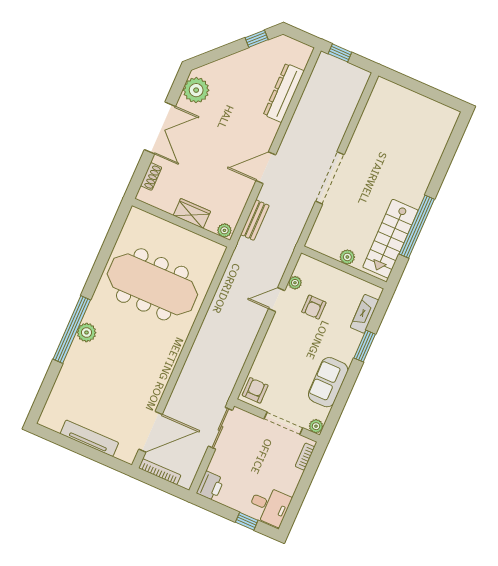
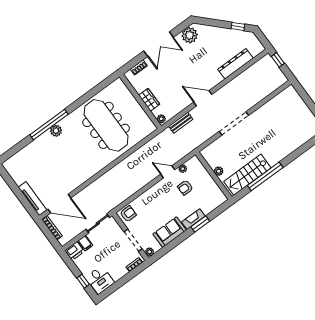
fireplace: (364, 314) -> (193, 219), moved
tv unit: (89, 438) -> (32, 199), moved
filing cabinet: (219, 466) -> (85, 243), added

